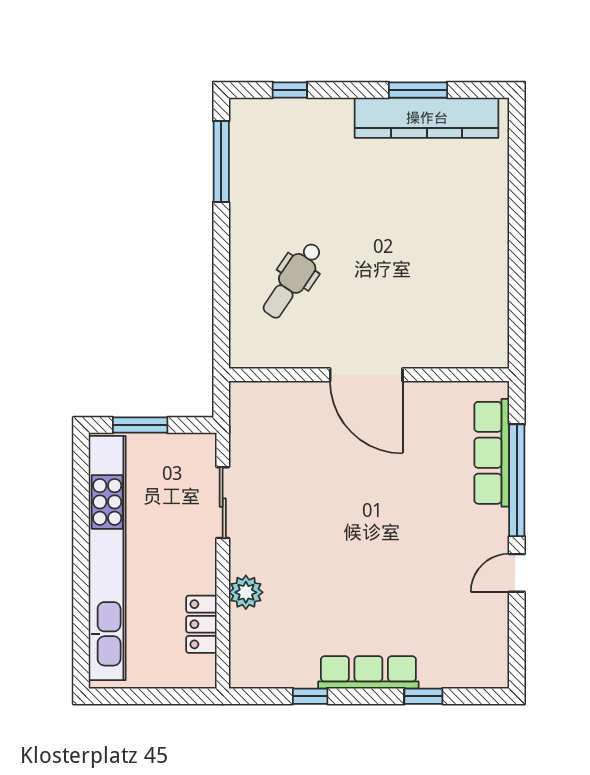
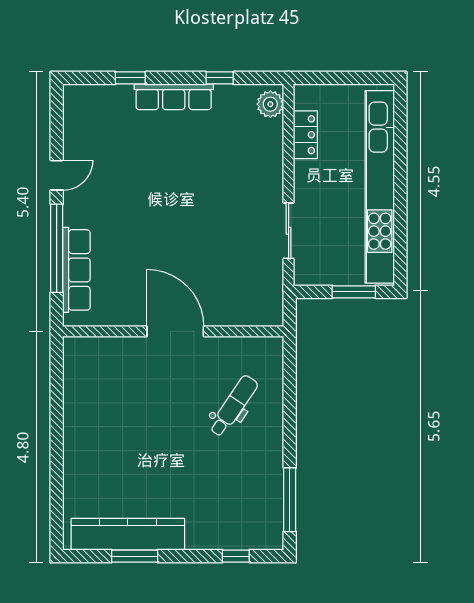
plant: (246, 592) -> (270, 104), moved

